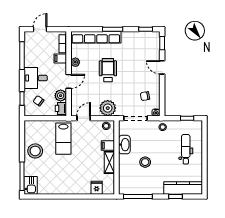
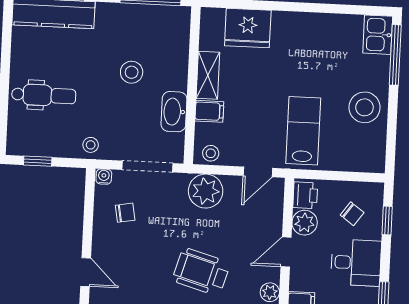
wheelchair: (108, 70) -> (201, 272), turned 106
dental chair: (186, 149) -> (44, 95), turned -90
fridge: (97, 188) -> (248, 28), width x1.88, depth x1.34

